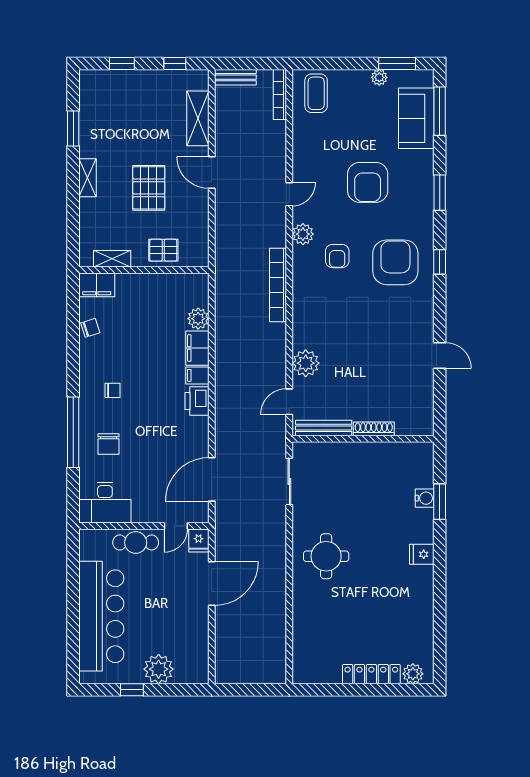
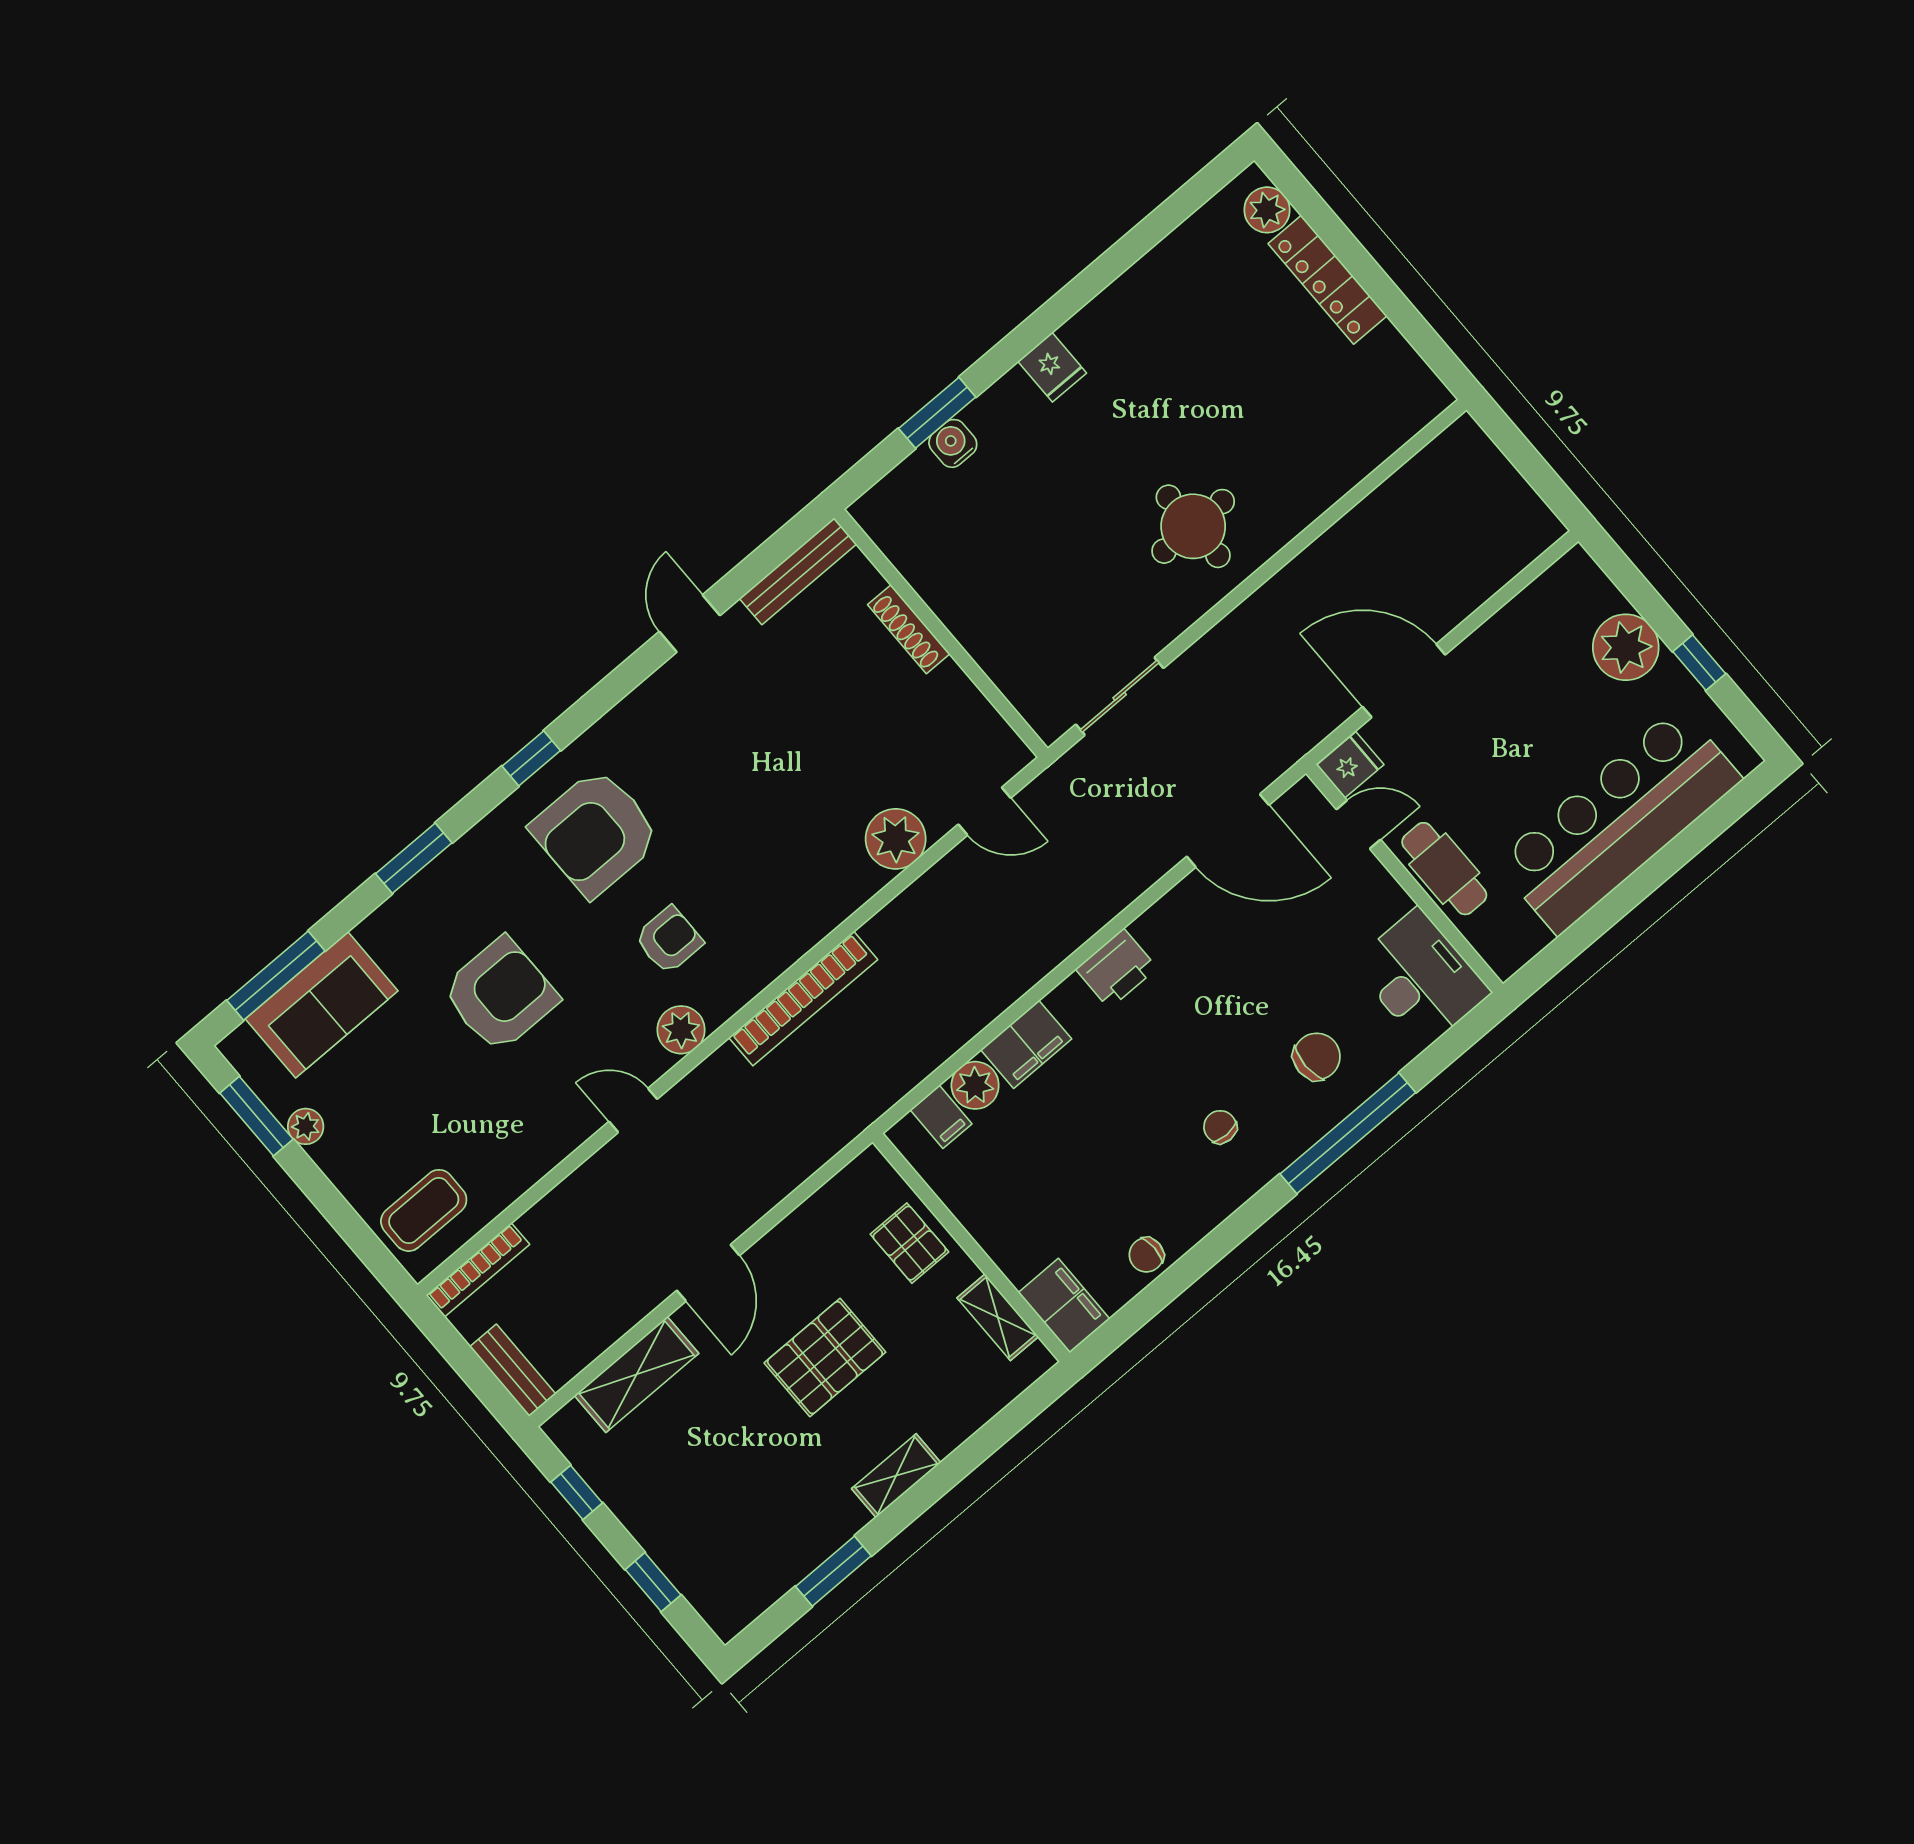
chair: (90, 328) -> (1146, 1255), turned -72
filing cabinet: (197, 375) -> (941, 1117), moved
bench: (324, 428) -> (798, 571), moved, turned 90

